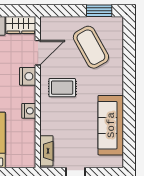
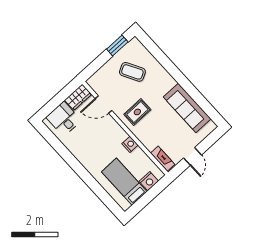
coffee table: (91, 47) -> (132, 72), width x0.73, depth x0.76
door: (38, 53) -> (104, 104), swing flipped
nightstand: (28, 76) -> (149, 181), moved, turned 90

